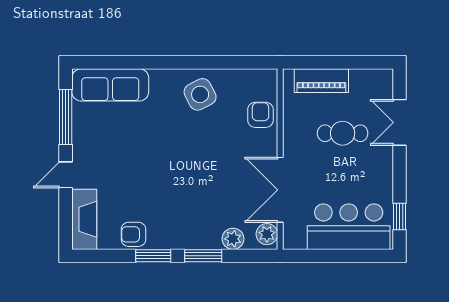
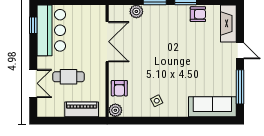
side table: (200, 94) -> (157, 101), width x0.54, depth x0.54
door: (66, 175) -> (240, 51), hinge flipped
bar counter: (349, 227) -> (51, 30), moved, turned -90
plant: (267, 234) -> (115, 110), moved

